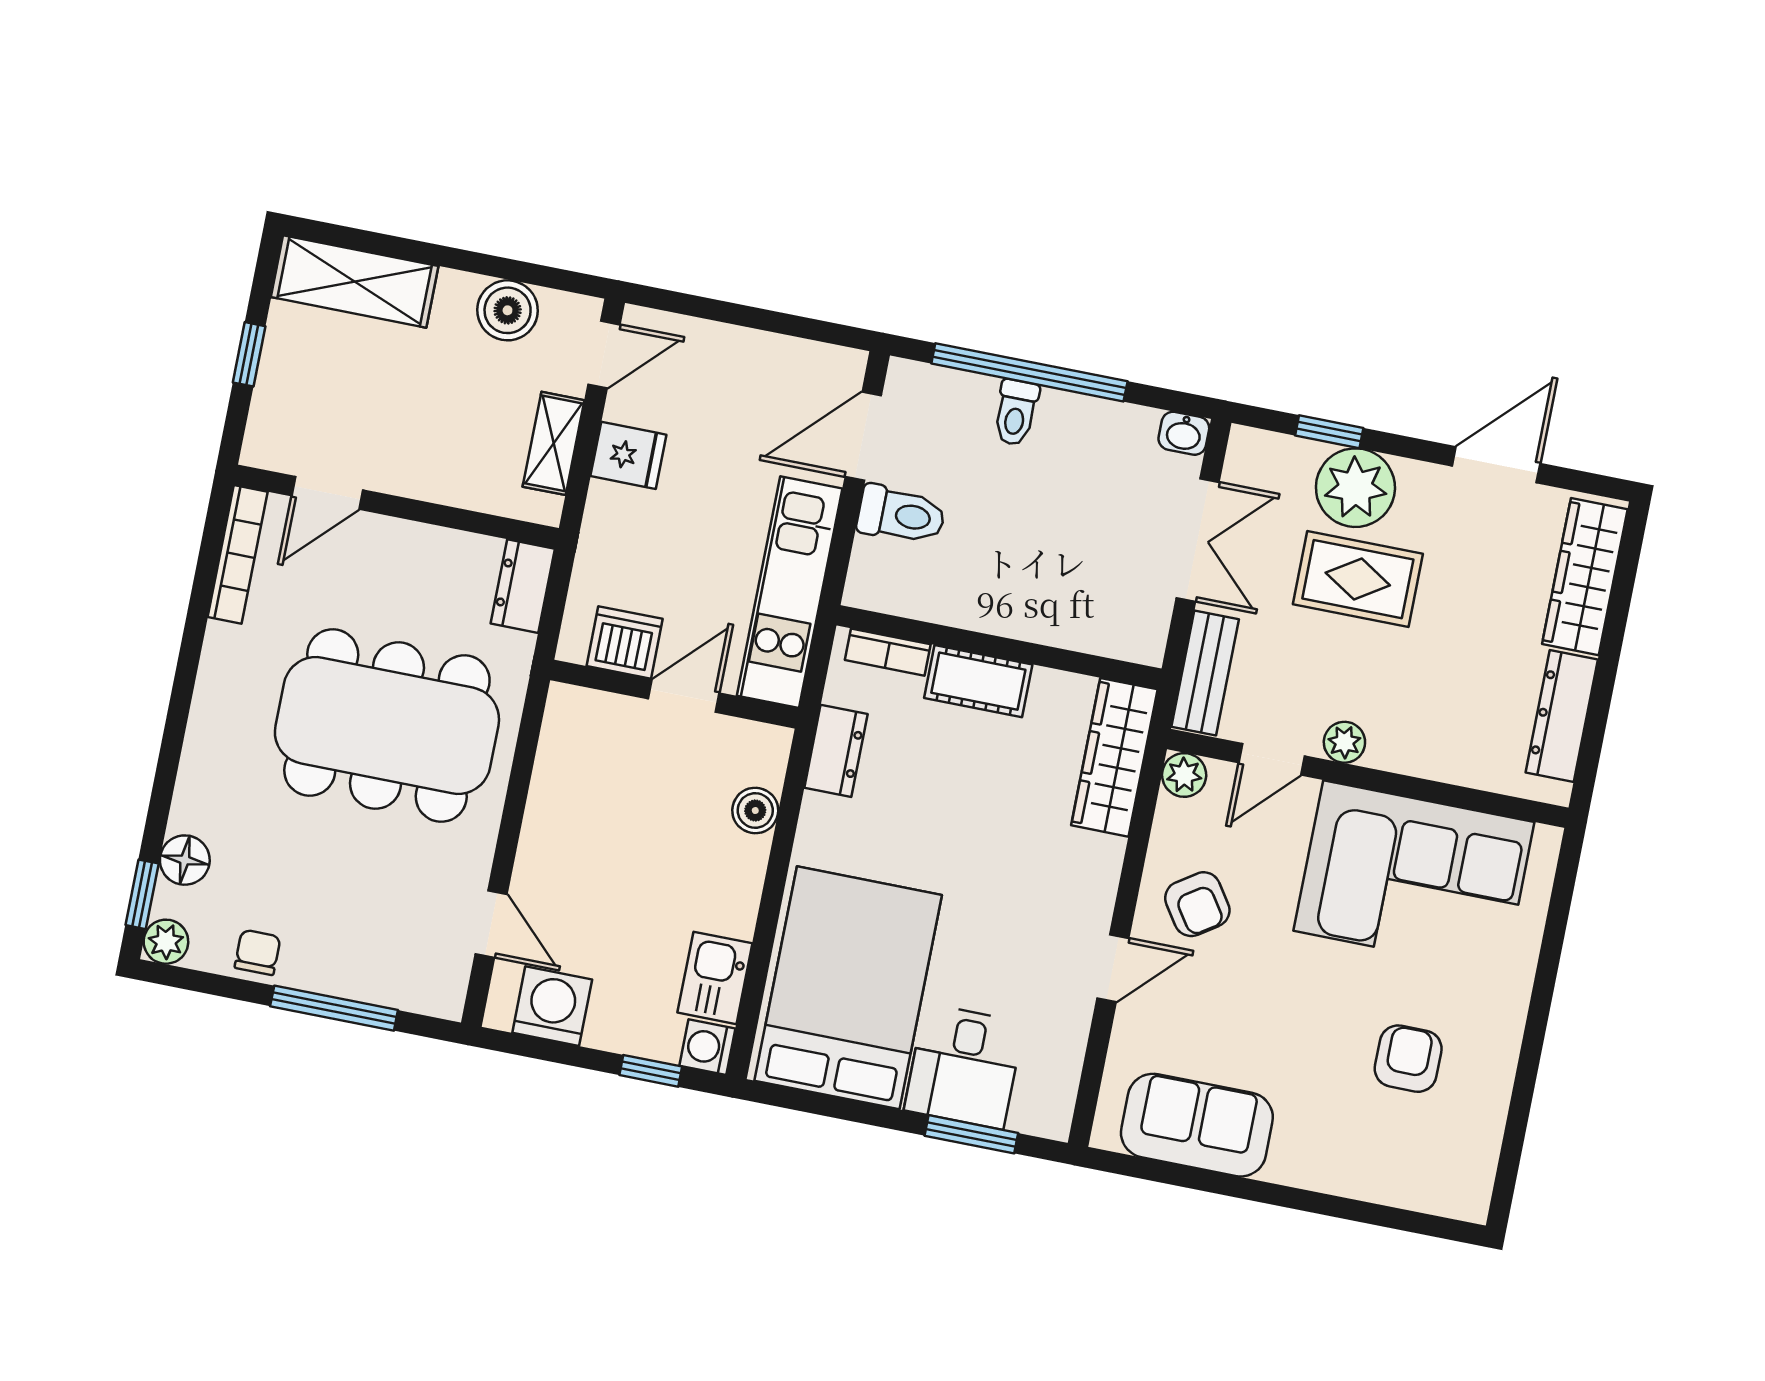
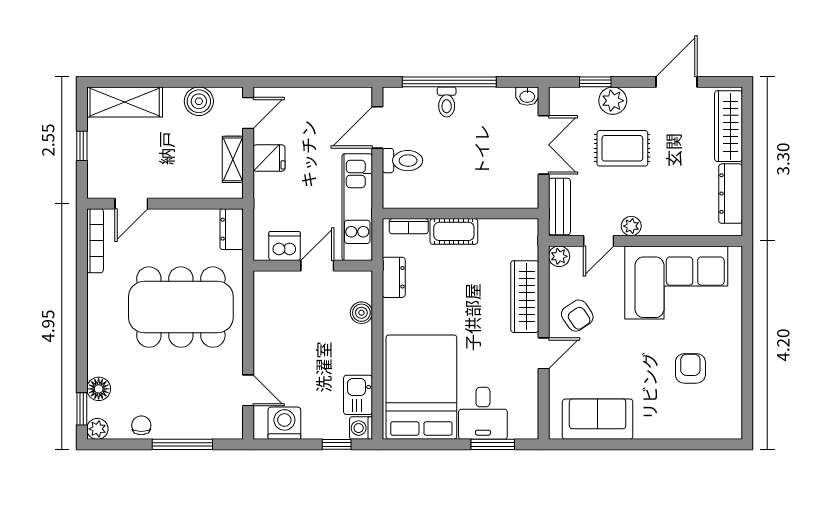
plant: (1355, 488) -> (613, 101), width x0.73, depth x0.73
wardrobe: (1114, 757) -> (525, 297), moved

